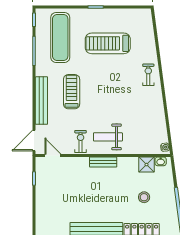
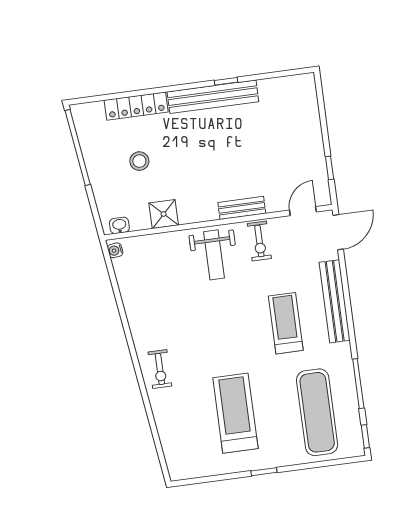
treadmill: (108, 43) -> (235, 413), turned -90
treadmill: (72, 92) -> (286, 323), turned 180
weight bench: (108, 137) -> (214, 255), turned 90
door: (53, 155) -> (303, 211), swing flipped
bench: (103, 162) -> (242, 208), moved
shower: (146, 165) -> (164, 214), moved

